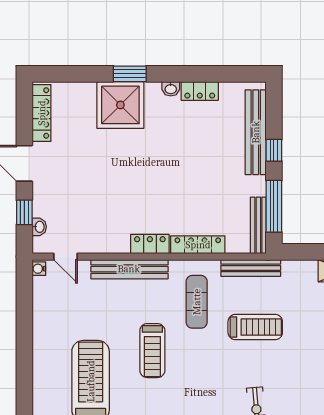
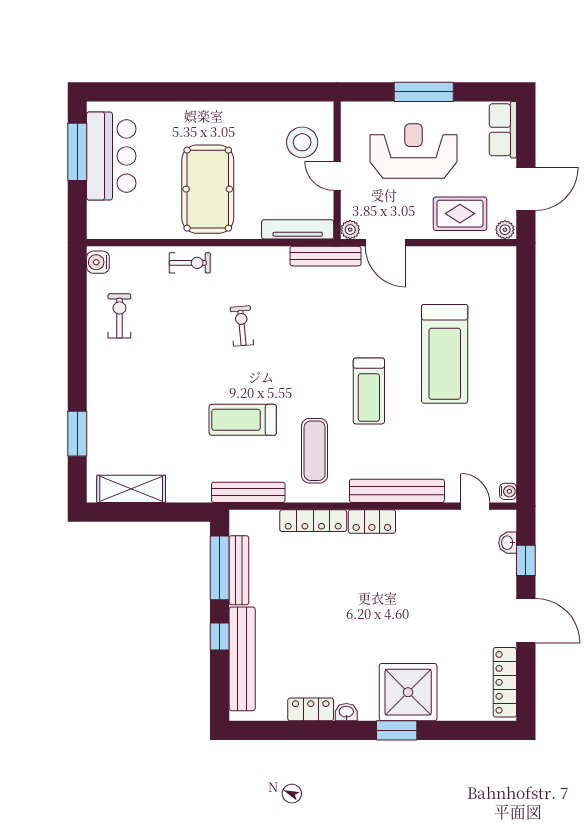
bench: (258, 225) -> (239, 570), moved
treadmill: (152, 351) -> (369, 391), turned 180

